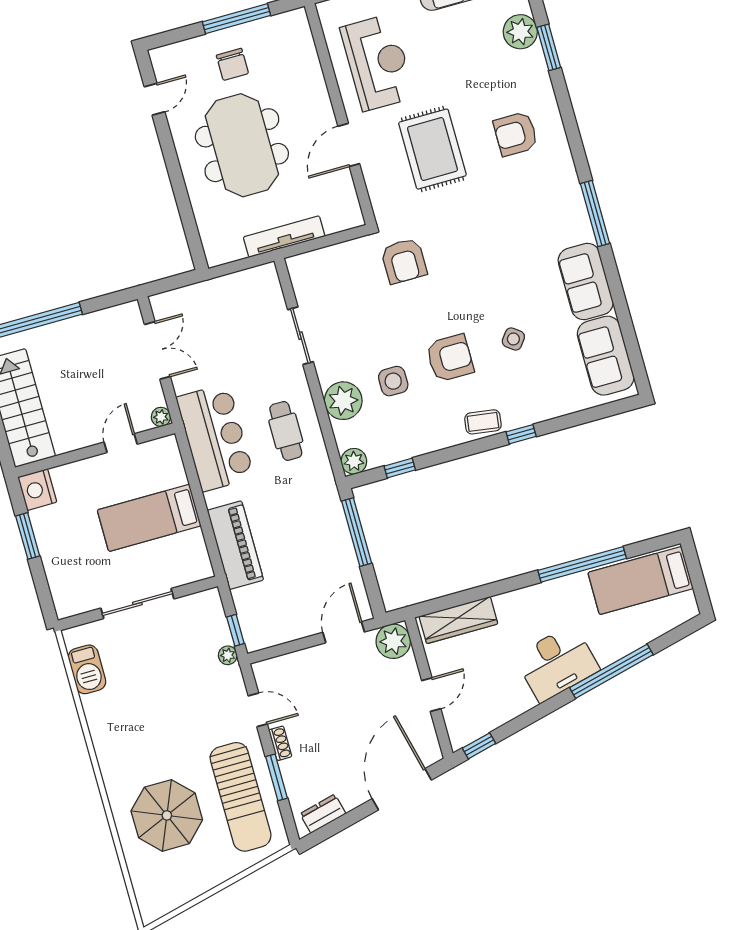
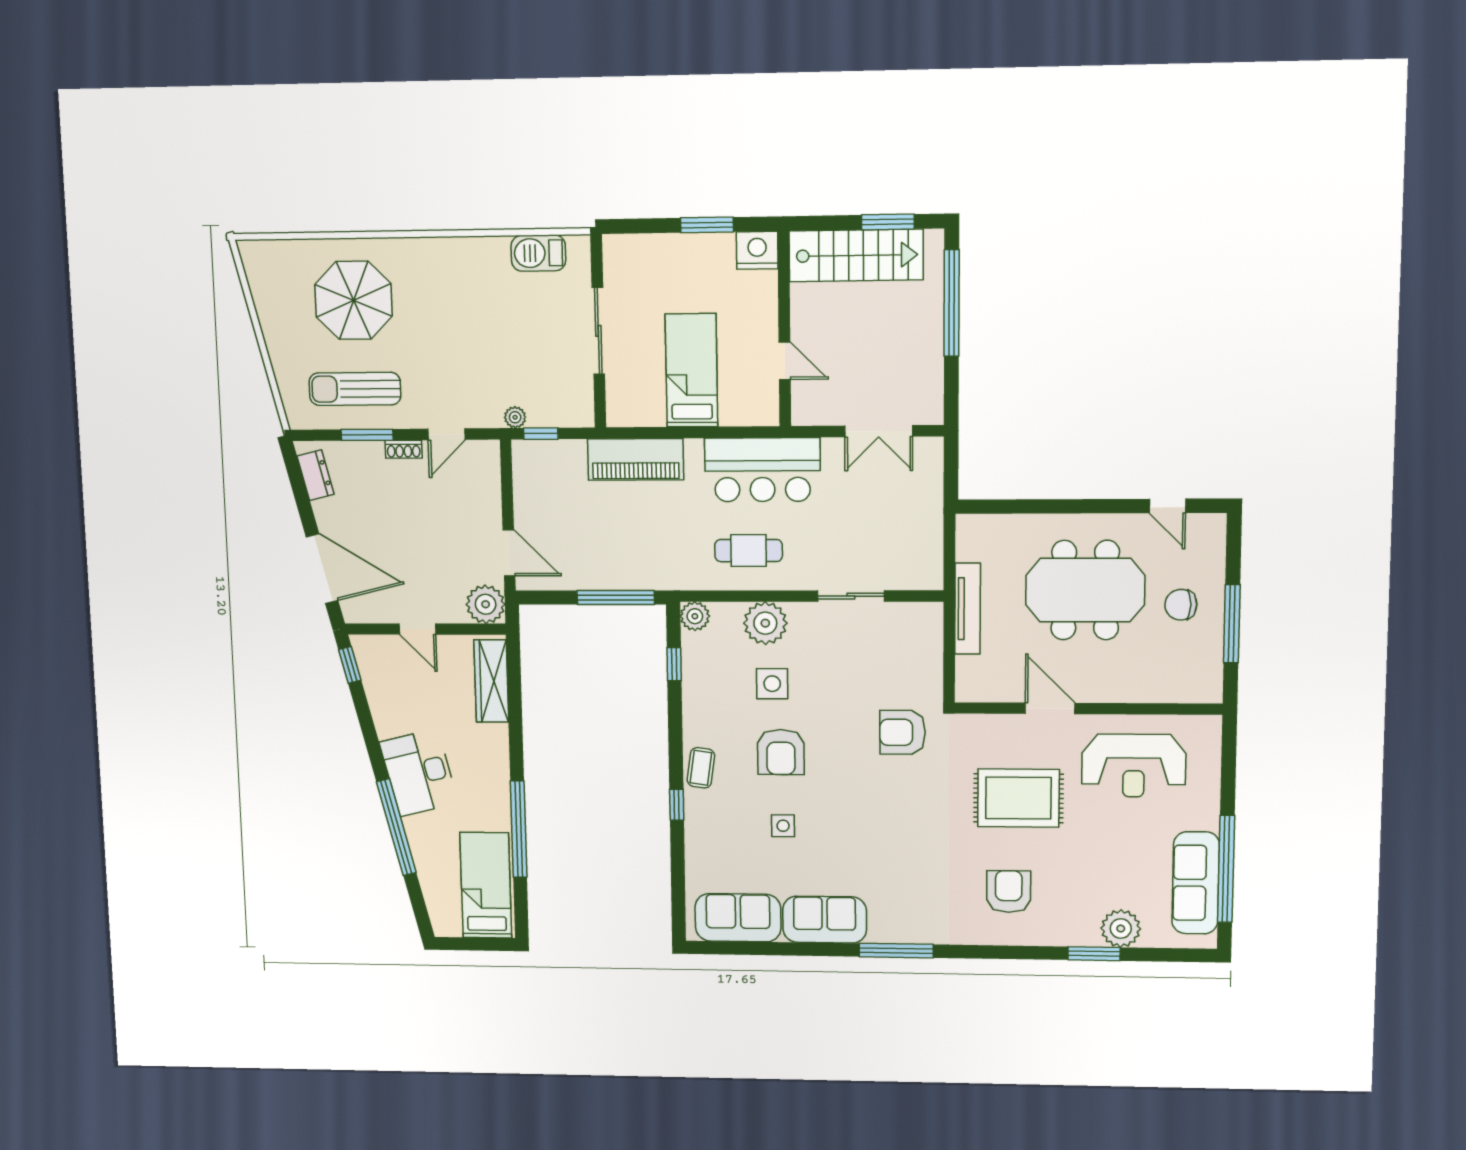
side table: (513, 339) -> (783, 826), turned -37
plant: (161, 417) -> (802, 415), removed
sun lounger: (241, 797) -> (355, 389), width x0.73, depth x0.75

